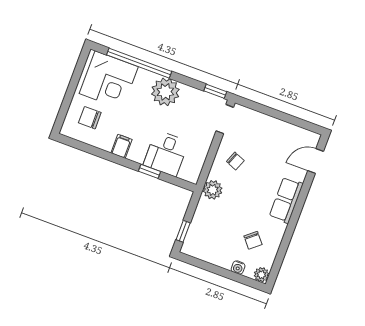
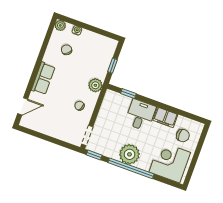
window: (139, 63) -> (131, 168), moved
filing cabinet: (121, 146) -> (165, 117), width x2.00
desk: (166, 153) -> (140, 115), moved
window: (149, 171) -> (128, 94), moved
window: (183, 231) -> (112, 66), moved

